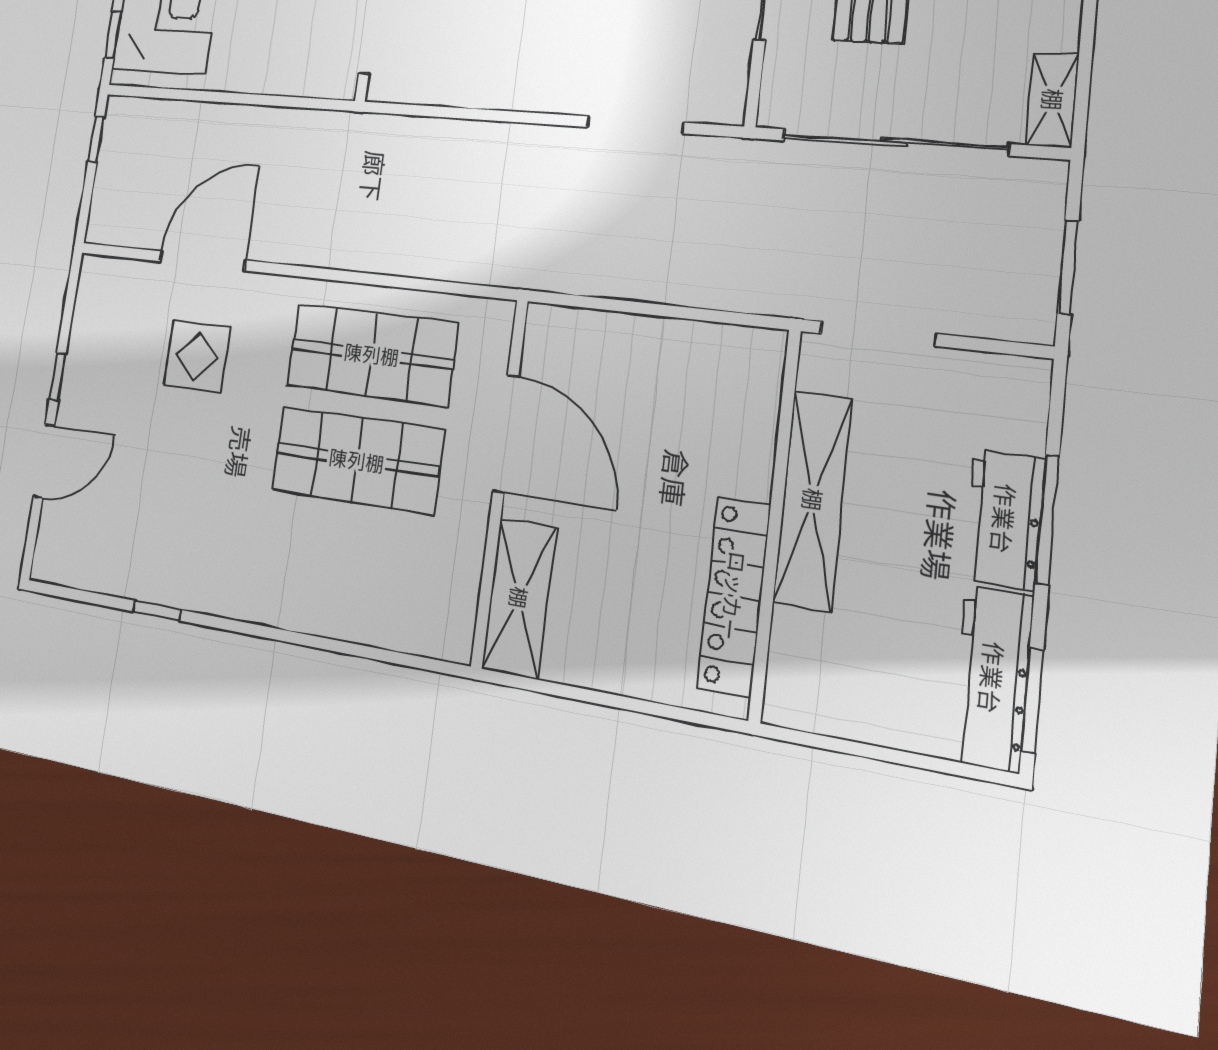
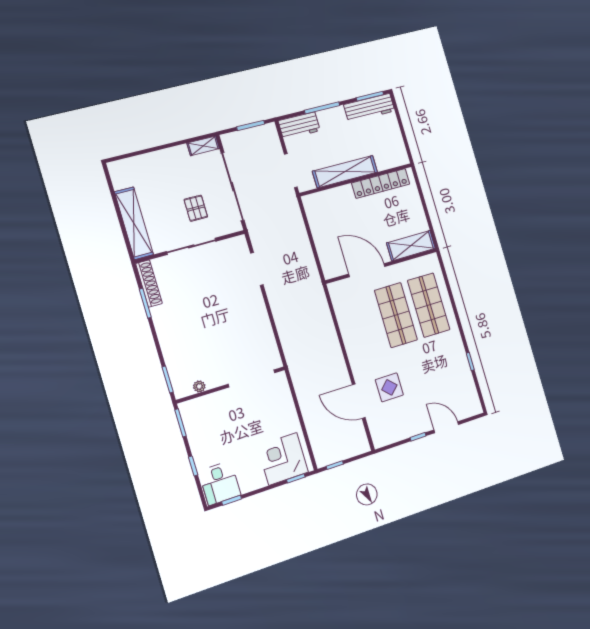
shop shelf: (372, 354) -> (429, 305), moved
door: (506, 434) -> (367, 270), hinge flipped
workbench: (1004, 519) -> (299, 126), moved

